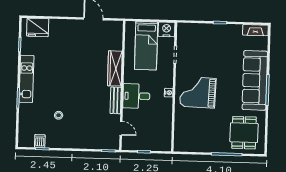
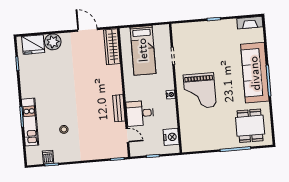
plant: (58, 27) -> (53, 42), added
nightstand: (167, 29) -> (171, 137), moved, turned 90
wardrobe: (115, 68) -> (112, 47), moved
kitchen unit: (27, 79) -> (30, 122), moved
grand piano: (198, 92) -> (200, 91), turned -92
desk: (136, 96) -> (140, 113), moved

